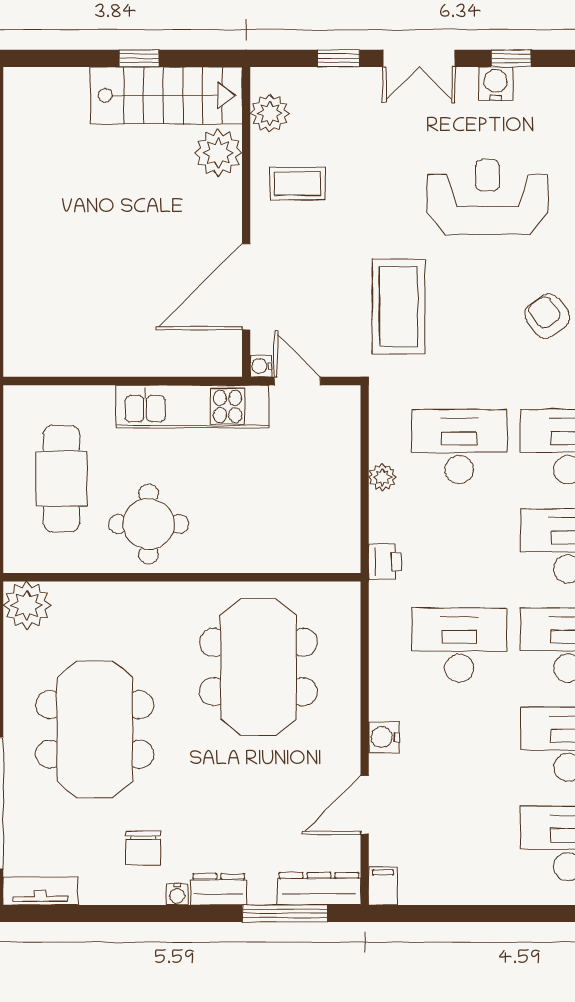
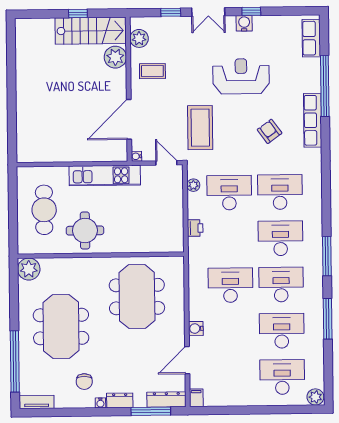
door: (297, 381) -> (166, 163), moved
plant: (382, 477) -> (193, 185), moved
printer: (385, 562) -> (195, 228), moved

